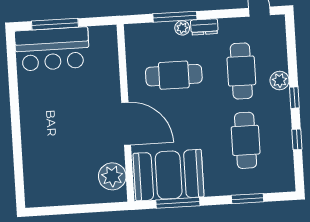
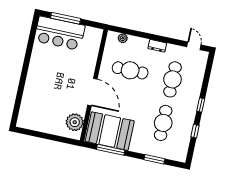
window: (175, 17) -> (141, 34), removed
plant: (182, 28) -> (123, 38), moved
plant: (280, 80) -> (194, 92), removed

